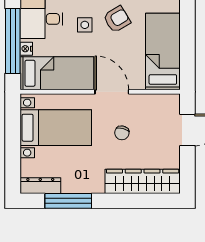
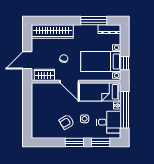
bed: (163, 51) -> (41, 104), removed
wardrobe: (157, 104) -> (44, 75), added
window: (13, 125) -> (125, 63), added

